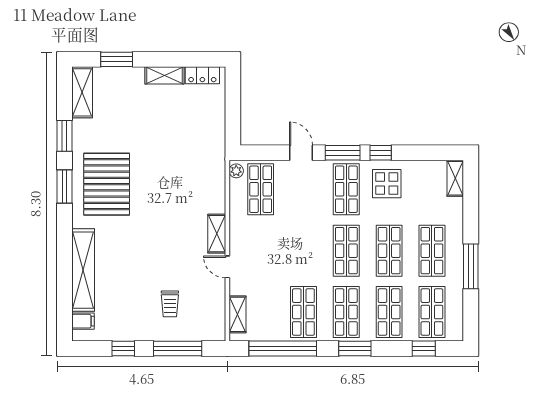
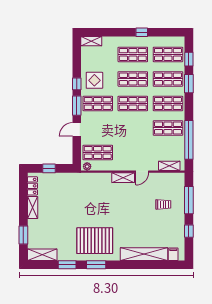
window: (233, 104) -> (49, 168), added
window: (471, 266) -> (142, 32), width x0.46
window: (355, 349) -> (189, 84), moved

